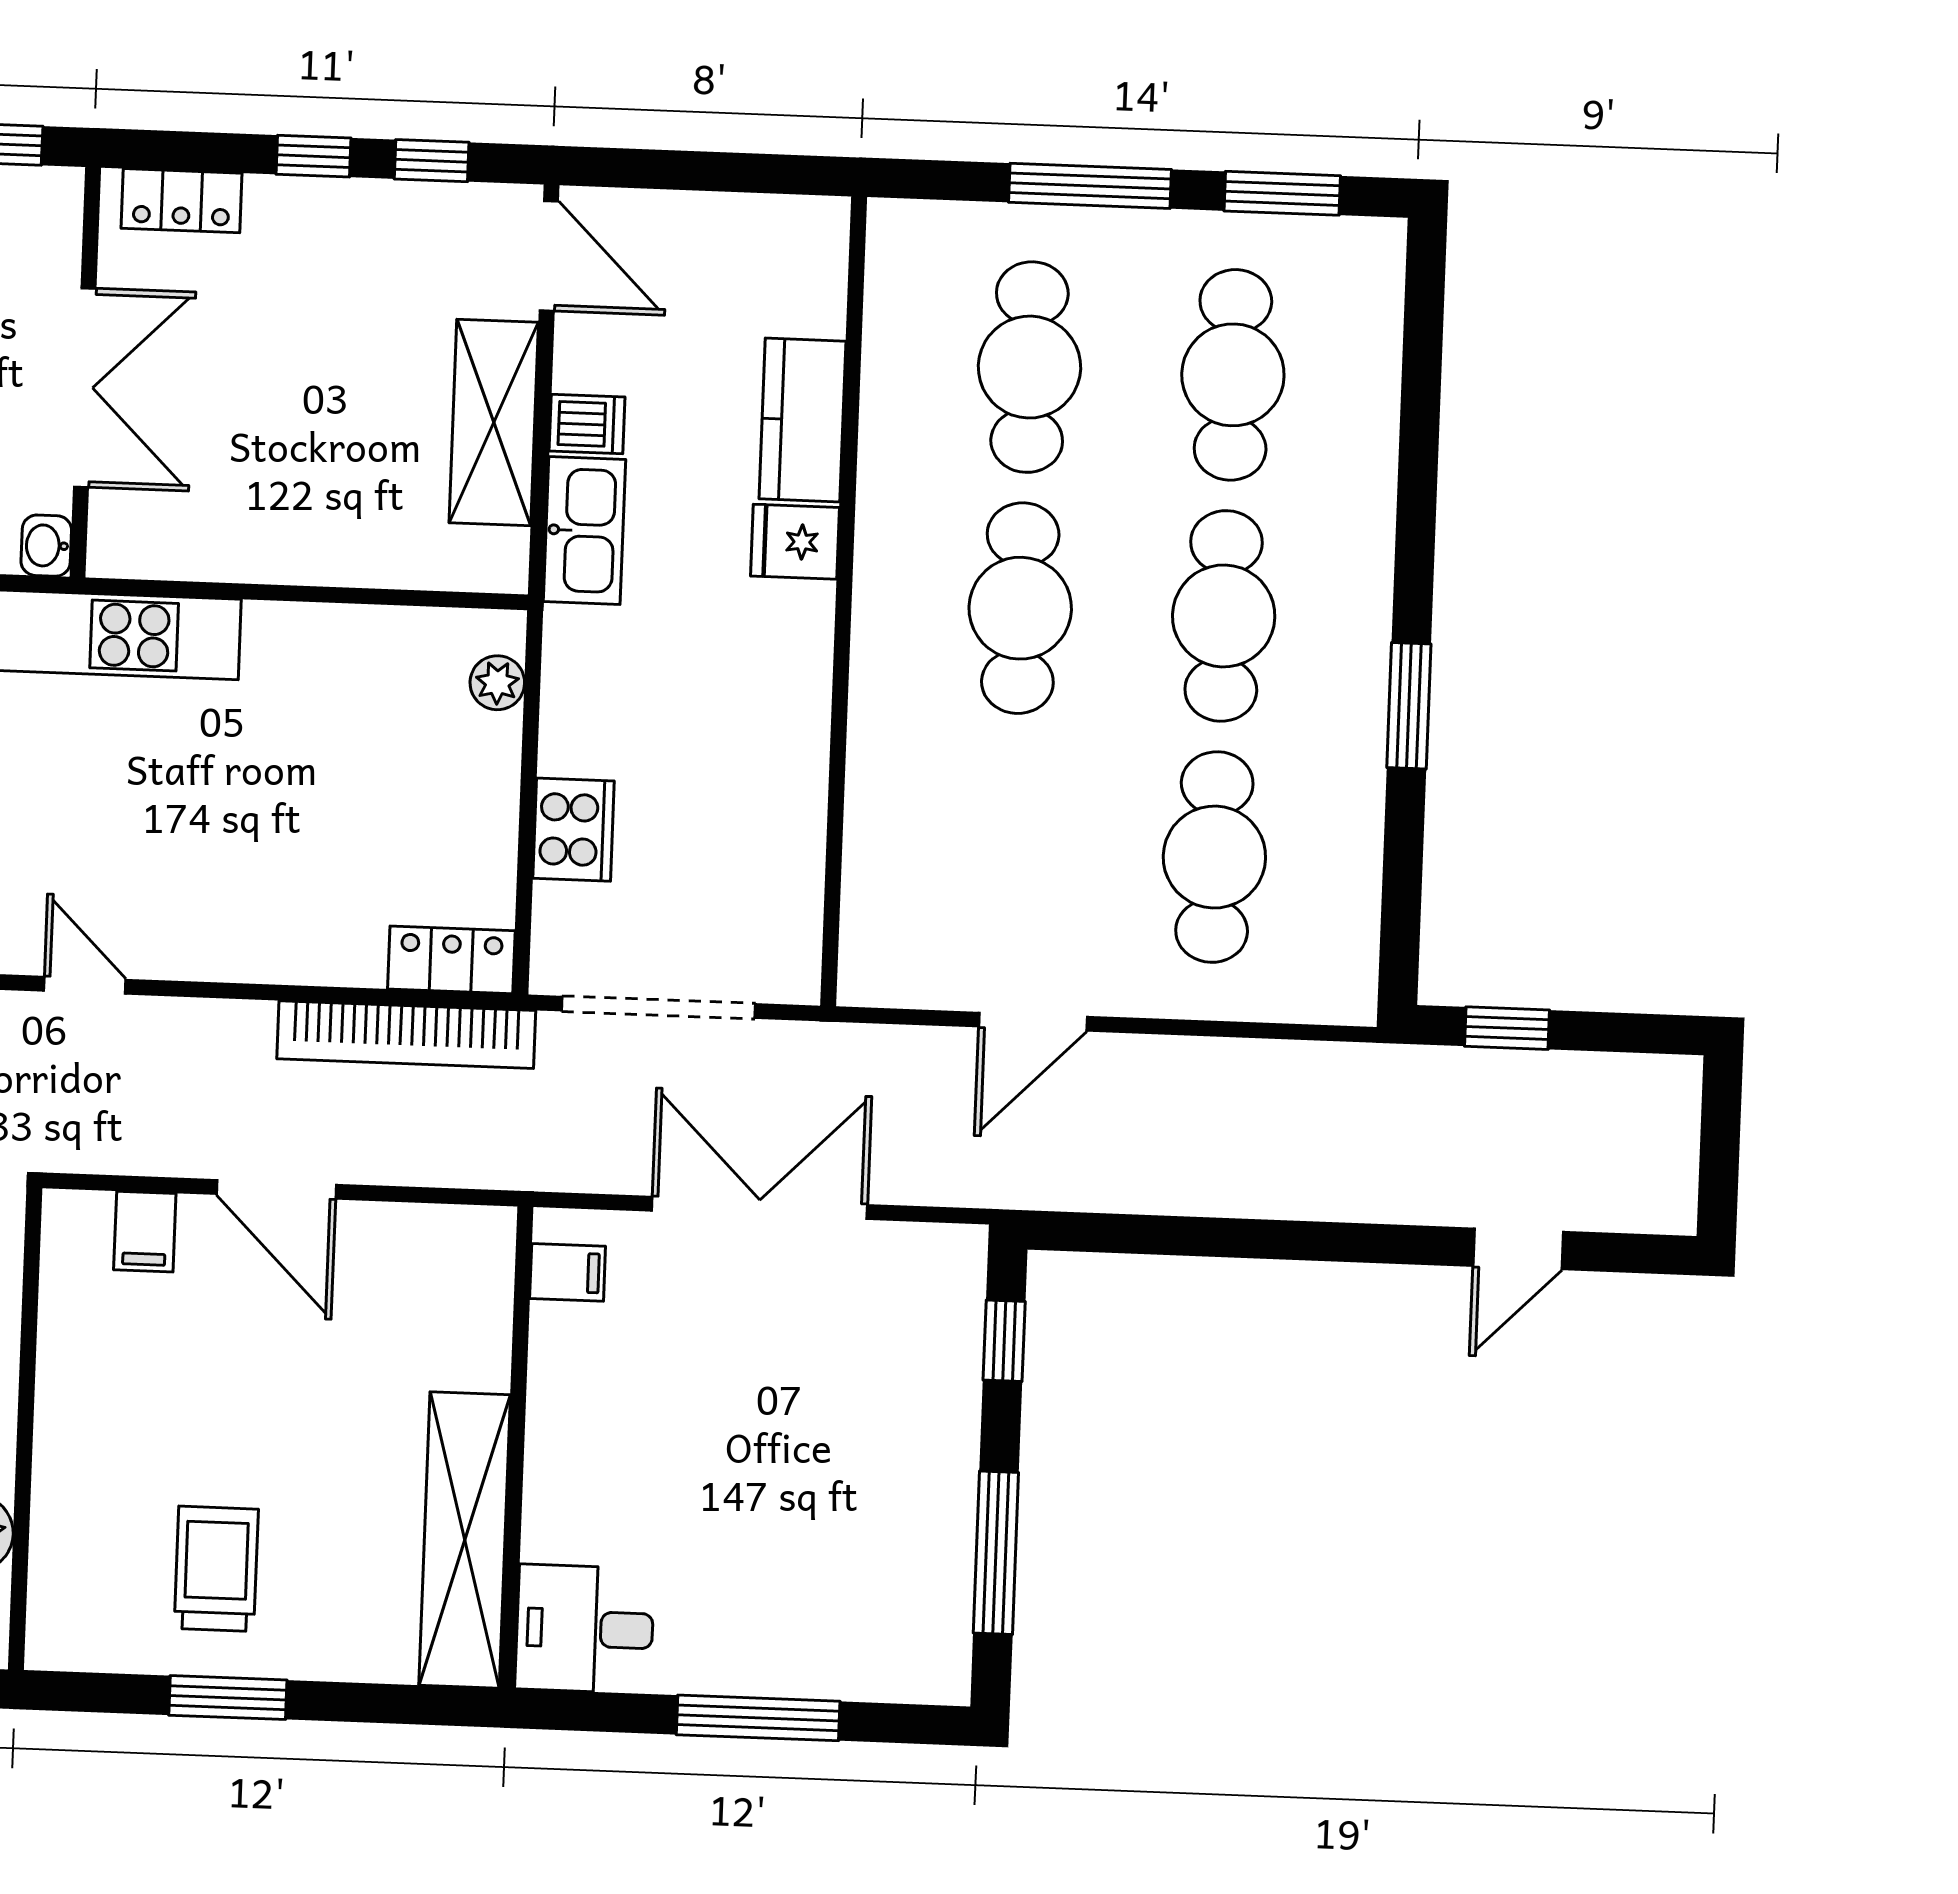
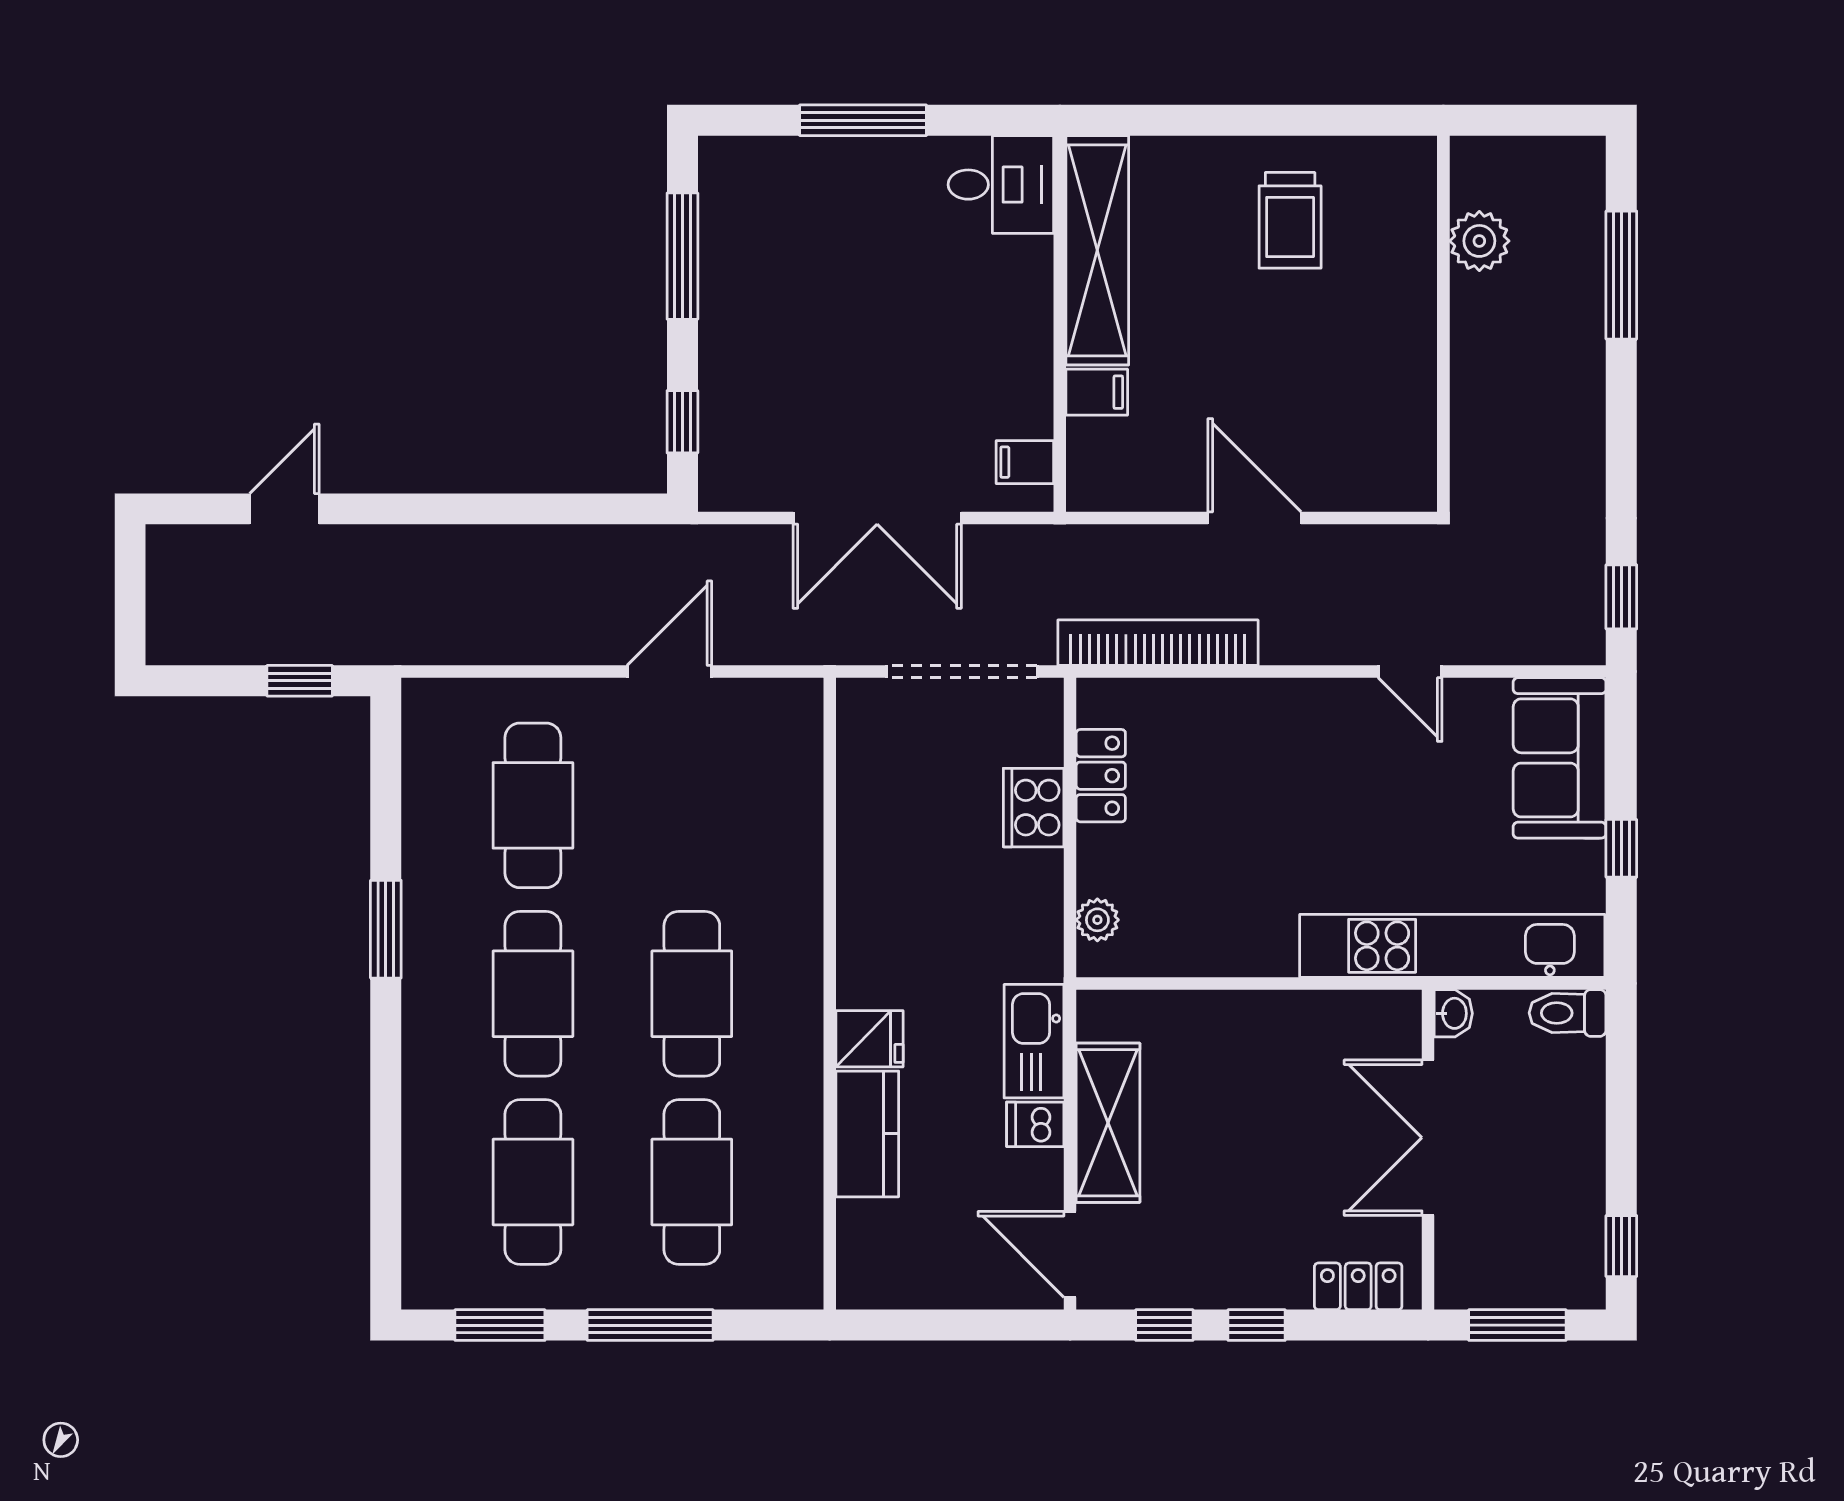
locker: (451, 960) -> (1101, 776), moved, turned -90
filing cabinet: (145, 1232) -> (1097, 392), moved, turned 90
window: (228, 1698) -> (1277, 120), removed

